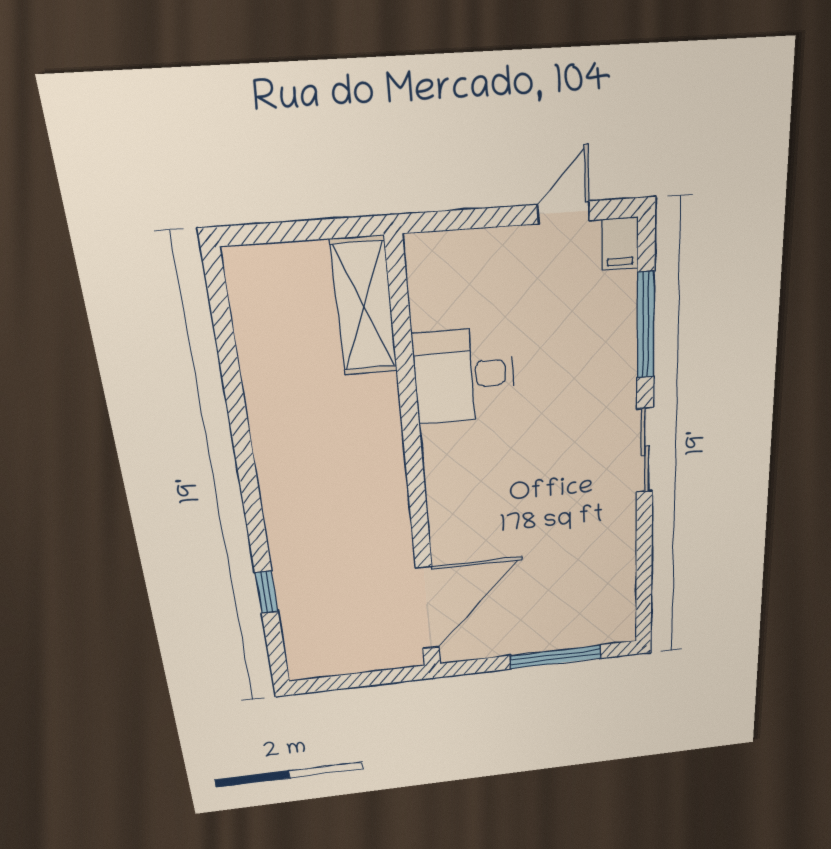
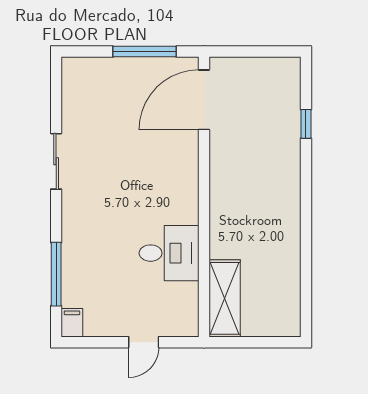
door: (563, 213) -> (144, 342), moved
sliding door: (645, 451) -> (56, 161), moved
window: (556, 657) -> (145, 52), moved

